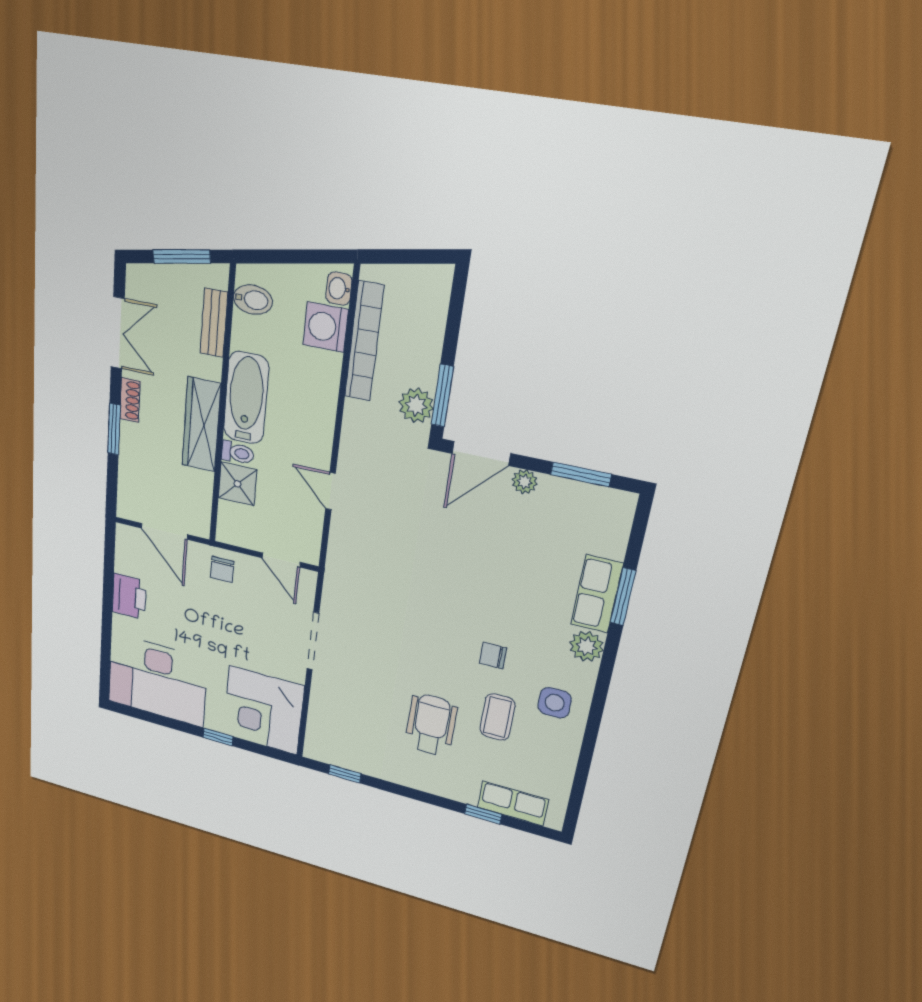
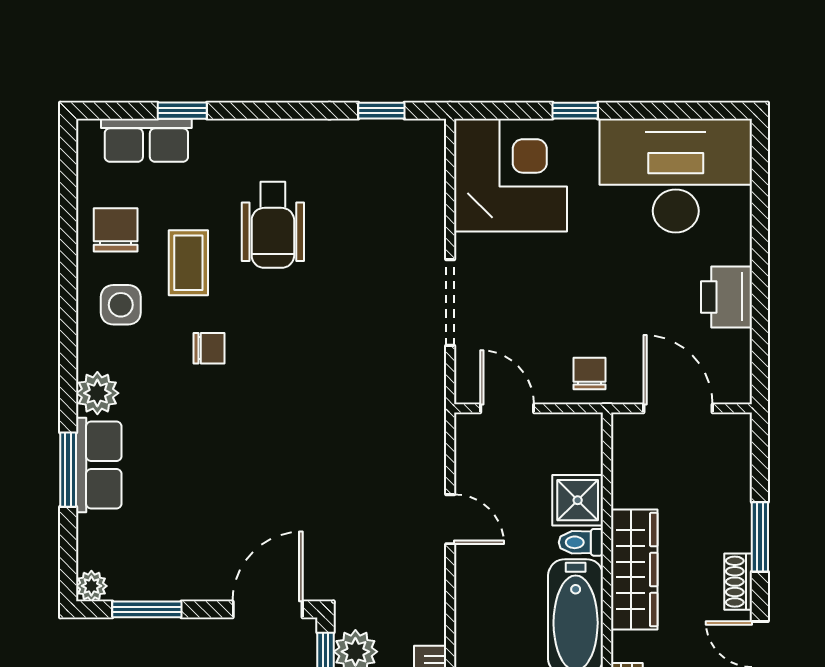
plant: (525, 482) -> (91, 586), moved
chair: (548, 753) -> (116, 230), added

